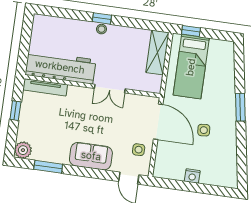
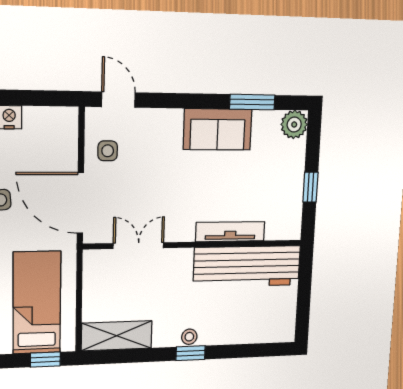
shelving: (157, 53) -> (117, 336), moved, turned 90
tv unit: (45, 87) -> (230, 232), moved
double door: (110, 89) -> (138, 246), moved
sofa: (91, 156) -> (218, 129), moved

